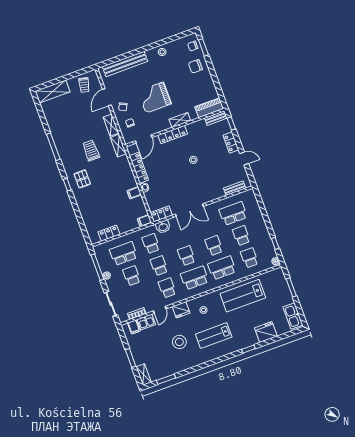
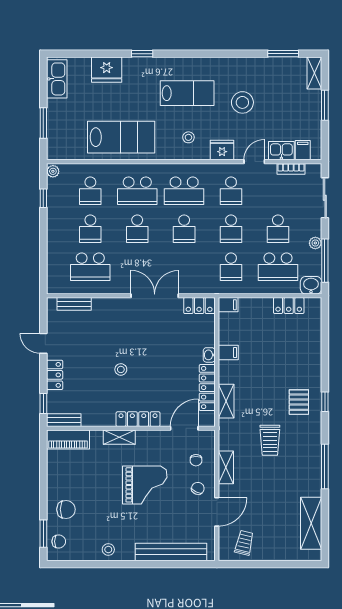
shelving: (53, 91) -> (311, 523), moved, turned 90
shelving: (118, 146) -> (226, 401), moved
washbasin: (163, 227) -> (311, 285), moved

